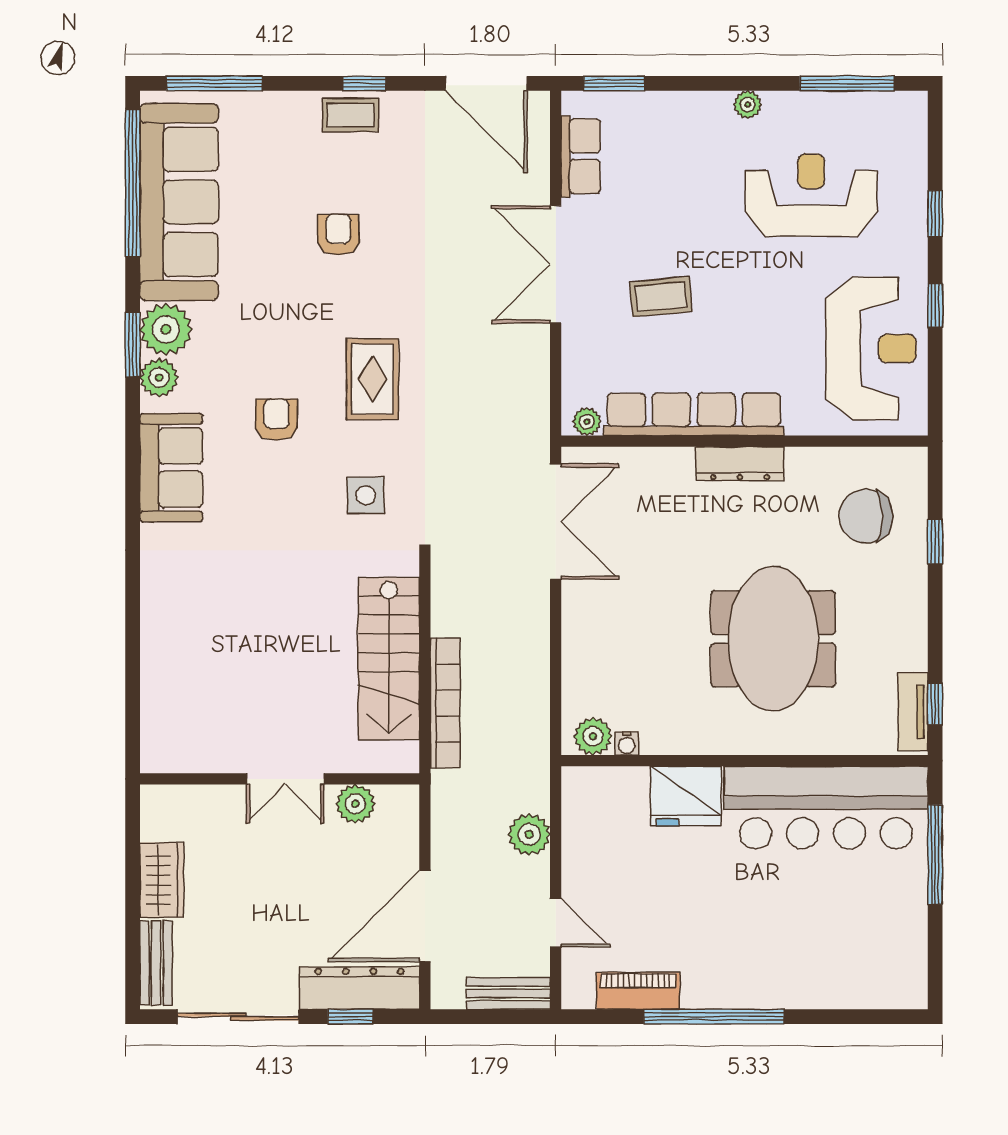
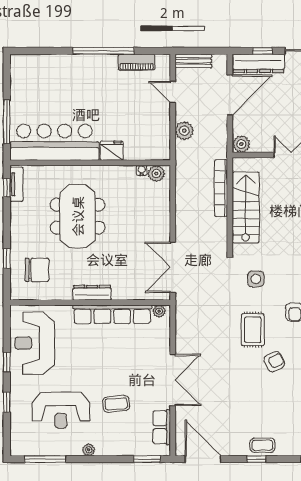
armchair: (338, 235) -> (274, 362), moved, turned -116
coffee table: (661, 297) -> (116, 404), moved
fridge: (686, 796) -> (112, 151), width x0.73, depth x0.75
plant: (355, 804) -> (241, 144), moved

